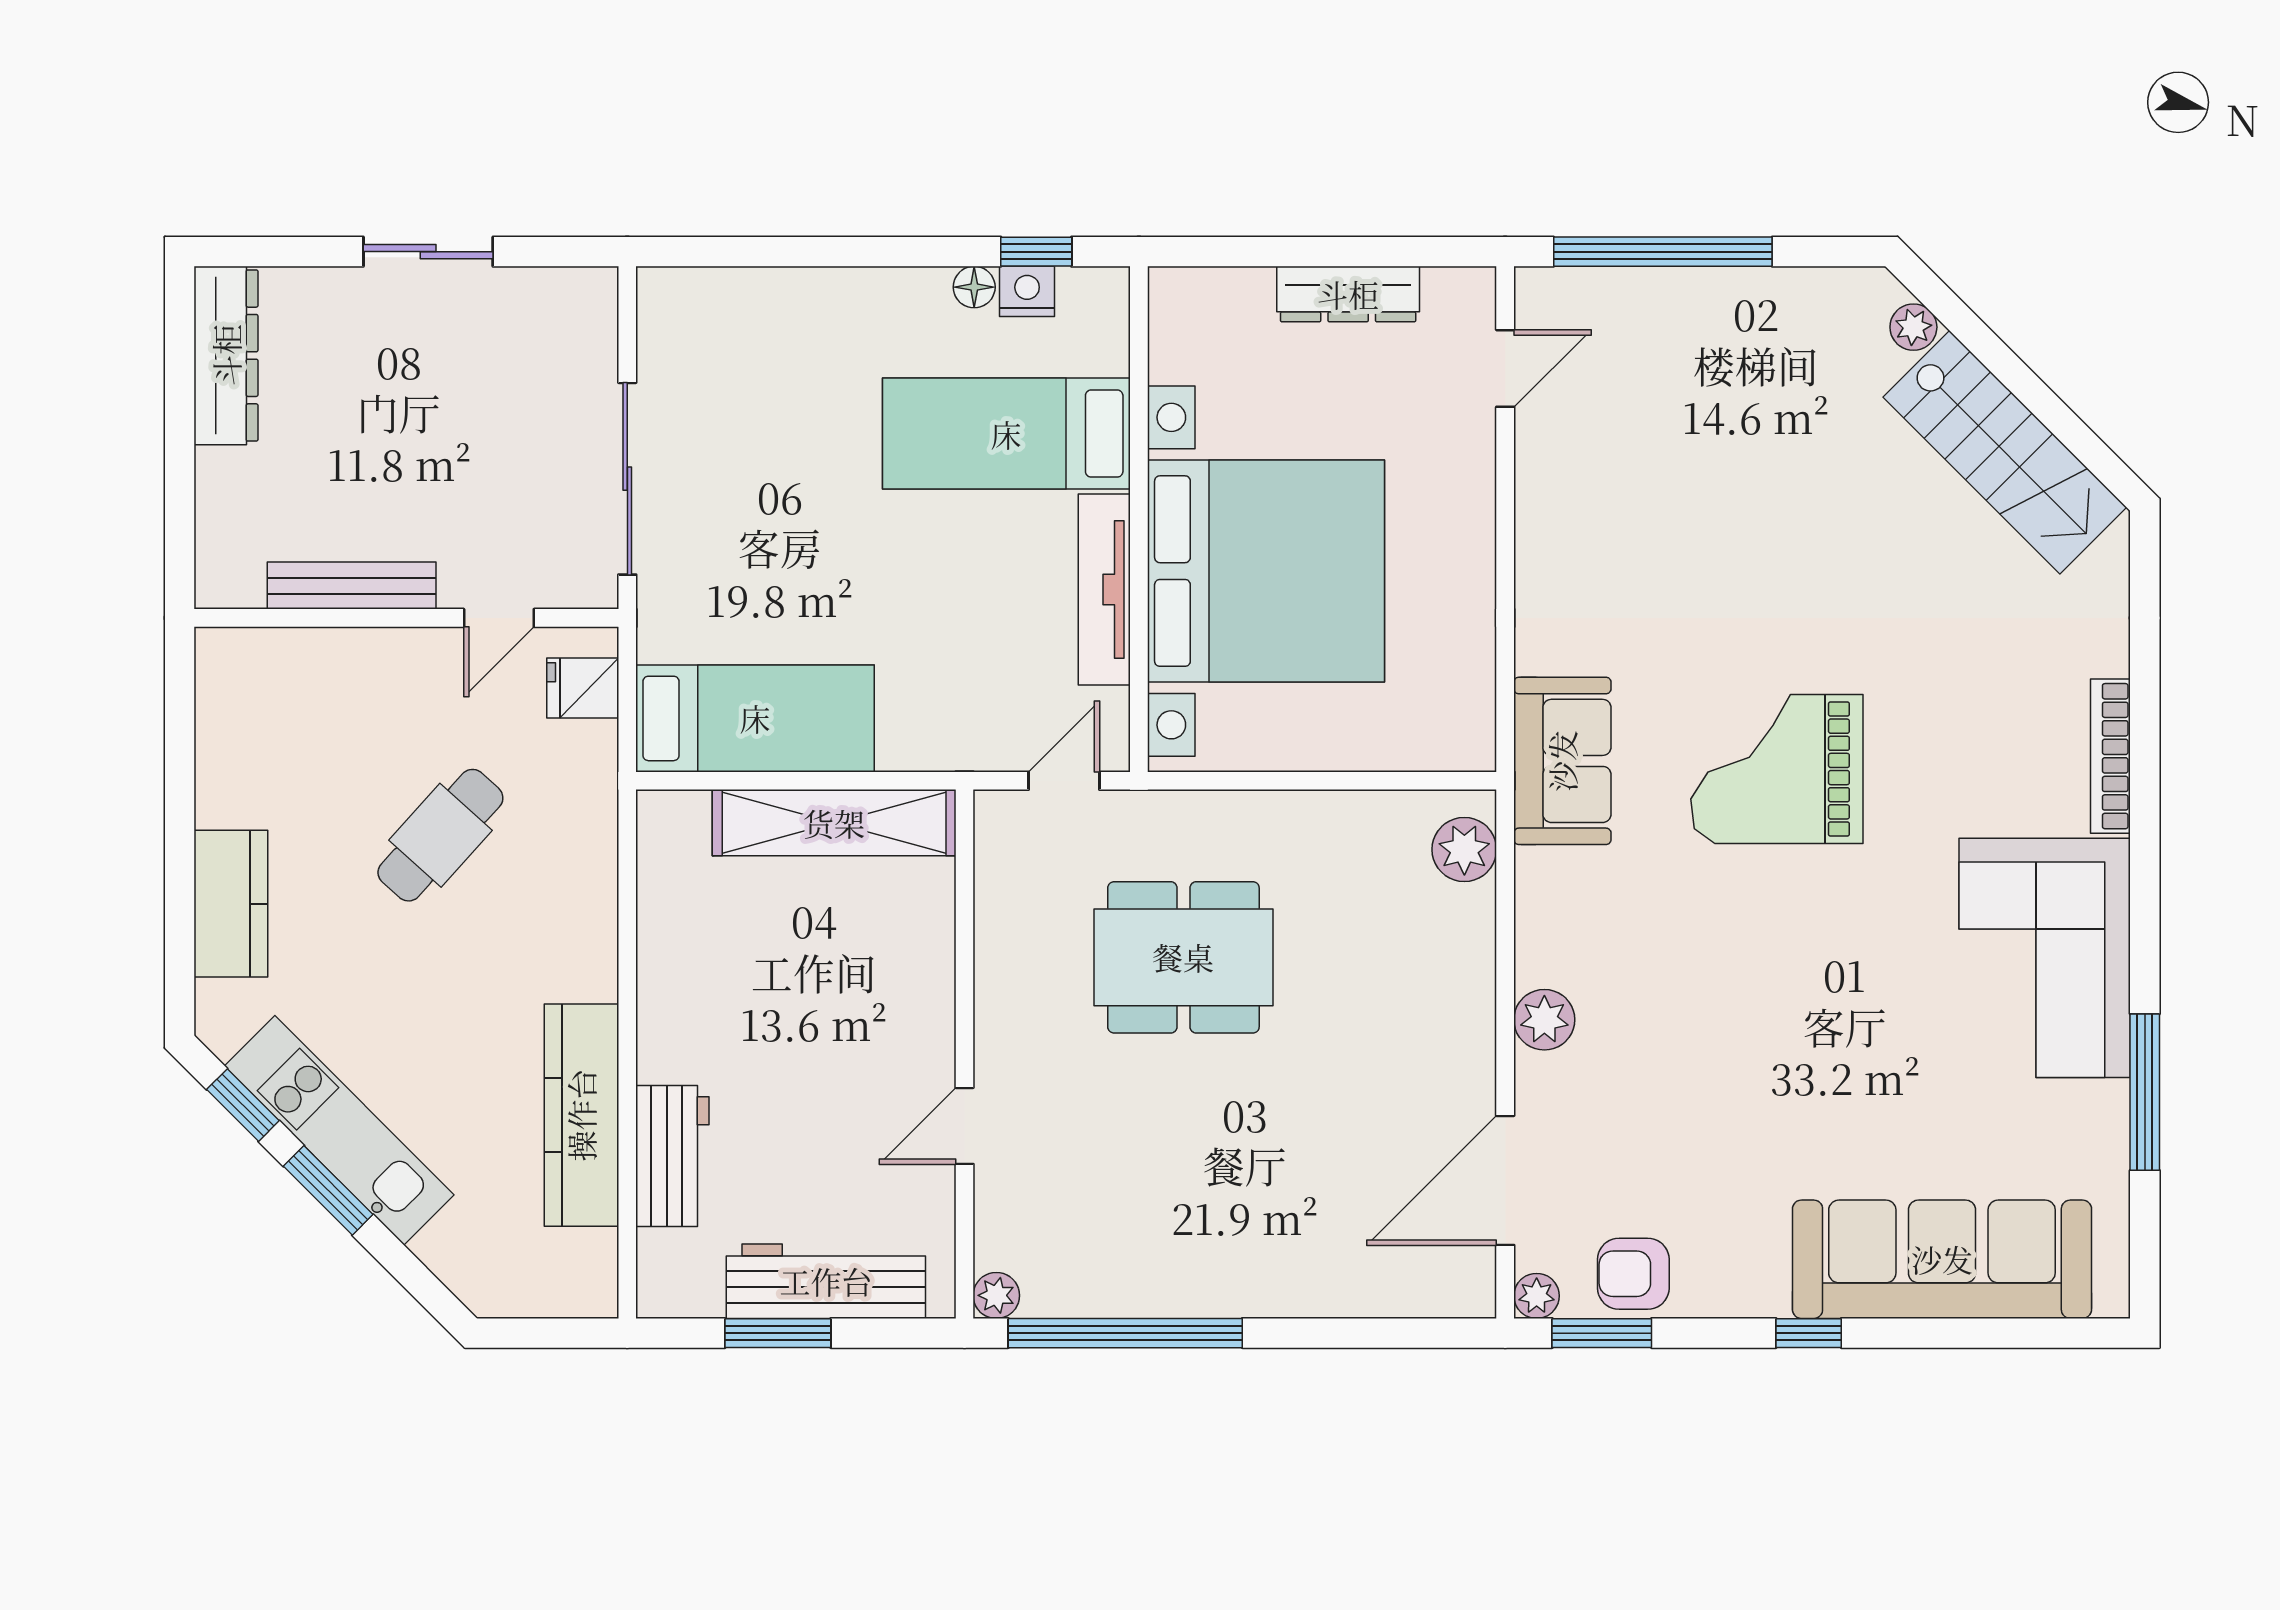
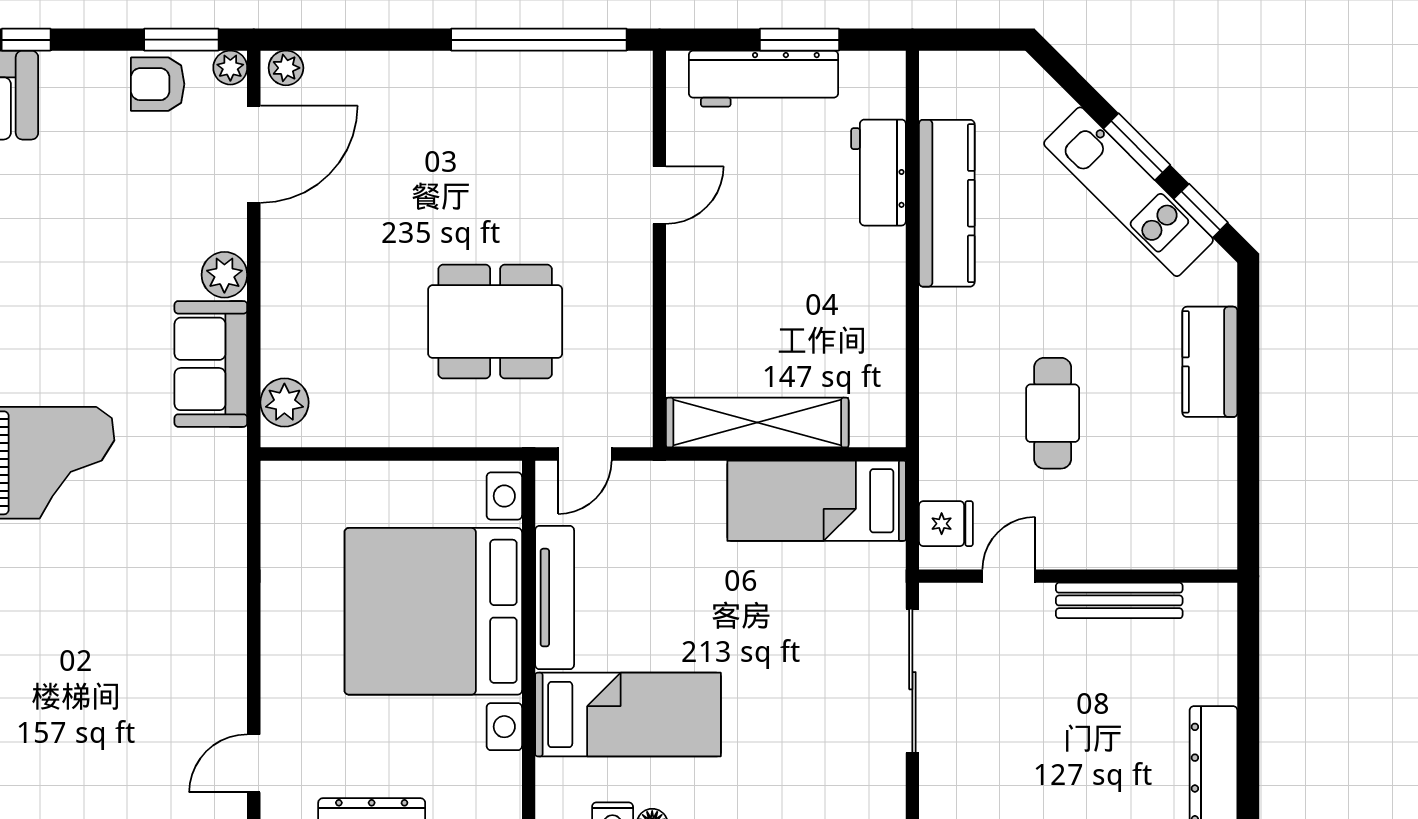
sofa: (1562, 761) -> (211, 364), moved
cafe table: (440, 835) -> (1053, 413), turned -42
armchair: (1633, 1274) -> (158, 84), turned 180
plant: (996, 1295) -> (286, 68), moved

